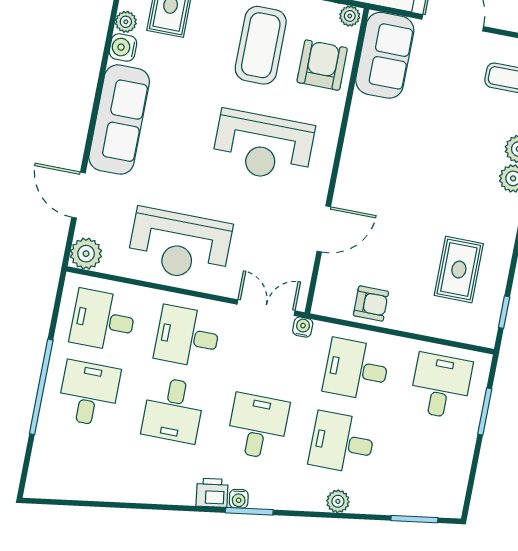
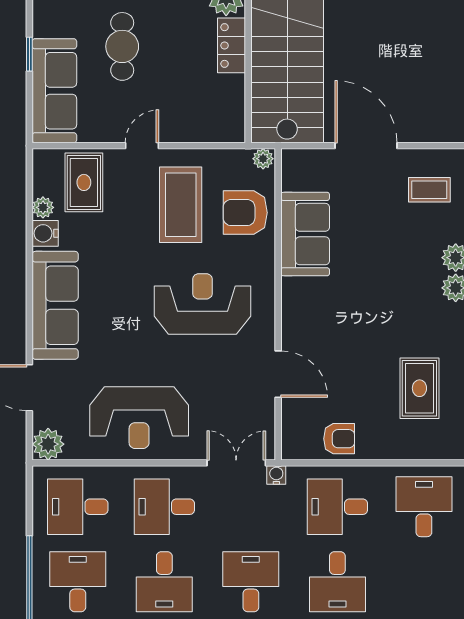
sofa: (385, 55) -> (305, 234), moved
armchair: (322, 65) -> (245, 213), turned -90
reception desk: (263, 146) -> (202, 304), turned 180
door: (324, 229) -> (278, 374), hinge flipped
desk: (342, 443) -> (337, 582), turned -90

